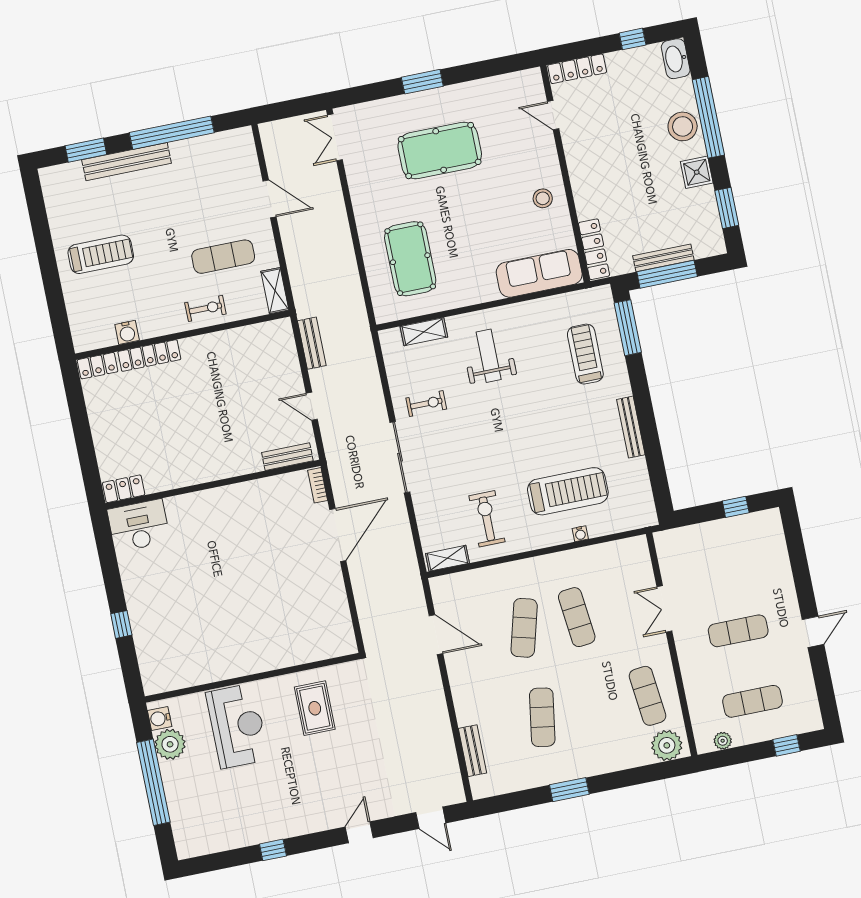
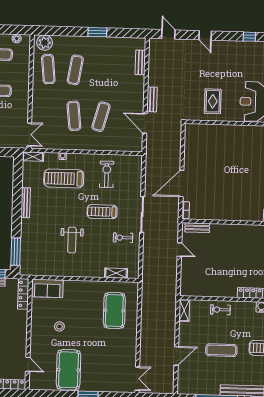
pool table: (440, 151) -> (68, 370), moved, turned 90
stool: (543, 198) -> (59, 326), moved
door: (269, 199) -> (176, 356), swing flipped
exercise mat: (223, 257) -> (221, 350), moved
sofa: (539, 273) -> (47, 288), width x0.73
bench: (312, 343) -> (152, 99), moved
treadmill: (585, 354) -> (102, 212), moved, turned 90
weight bench: (489, 356) -> (72, 240), moved
exercise bike: (487, 519) -> (107, 174), turned 180
shelving: (447, 558) -> (33, 157), moved
double door: (664, 609) -> (29, 134), moved
exercise mat: (542, 717) -> (75, 70), moved
door: (359, 832) -> (205, 35), hinge flipped

